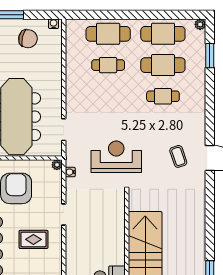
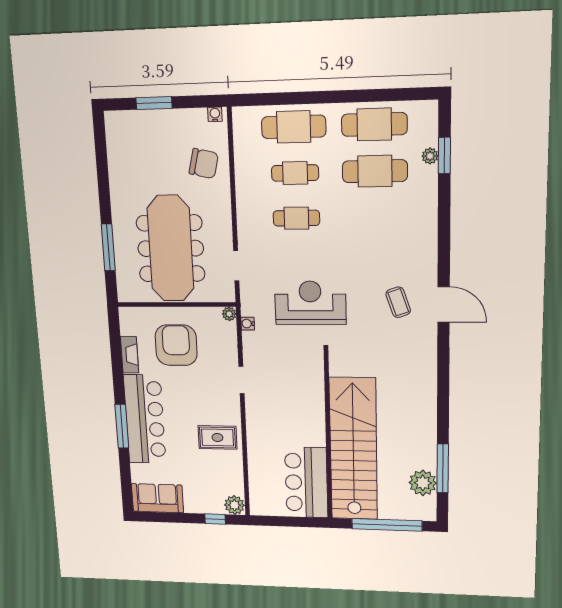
plant: (200, 24) -> (430, 156), moved
chair: (28, 39) -> (204, 163), moved
cafe table: (163, 96) -> (296, 218), moved
rug: (33, 239) -> (217, 437), moved

